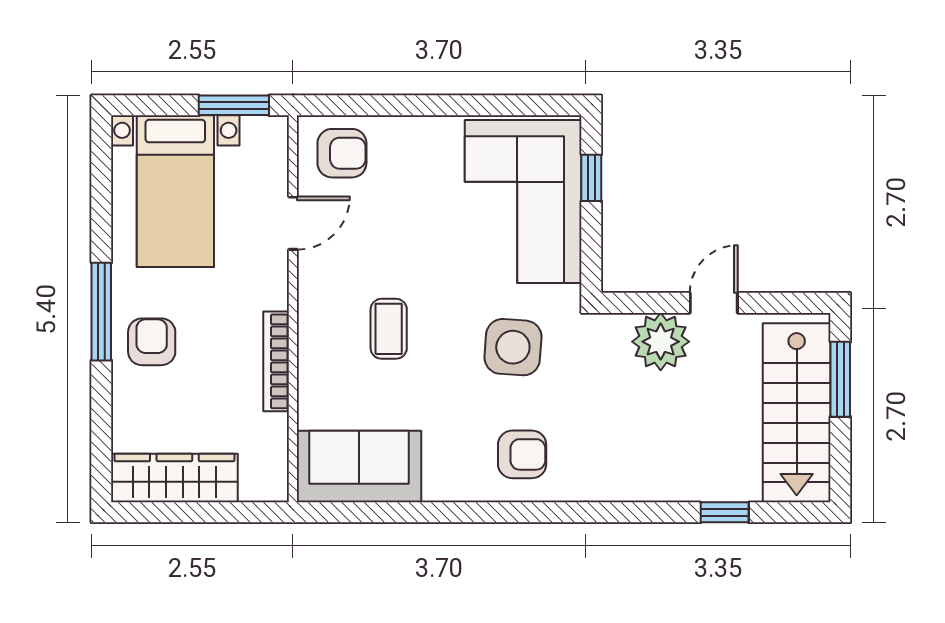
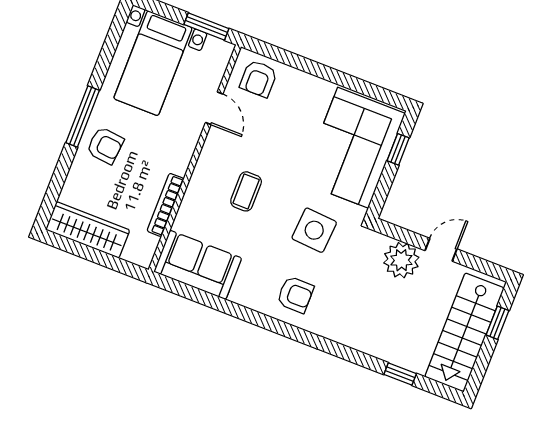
armchair: (342, 153) -> (258, 79), turned 90
door: (293, 223) -> (214, 108), hinge flipped
armchair: (152, 342) -> (105, 146), turned 96
bookcase: (276, 361) -> (165, 205), moved
window: (840, 379) -> (497, 323), width x0.67

